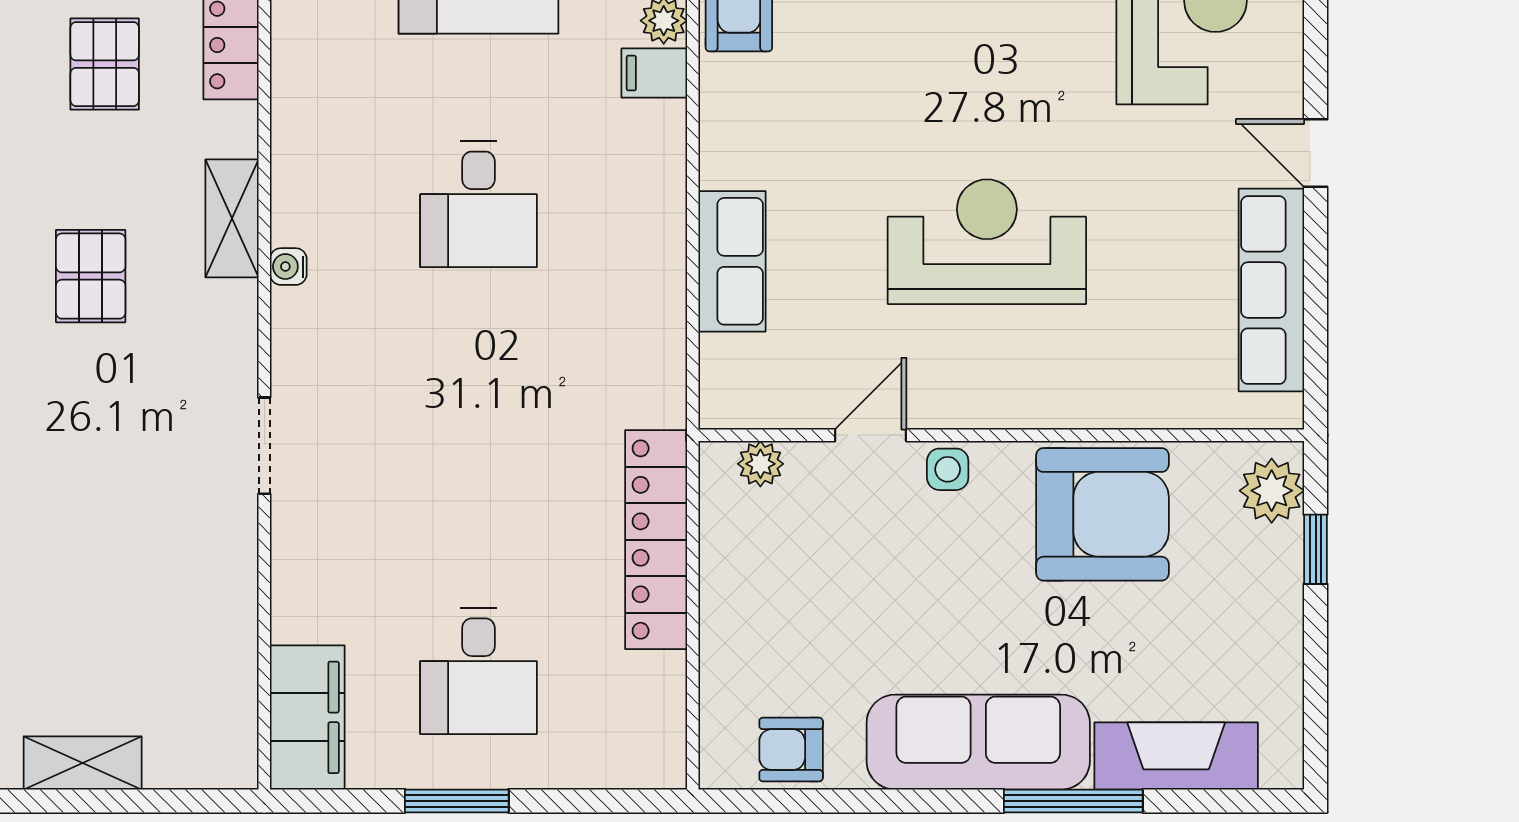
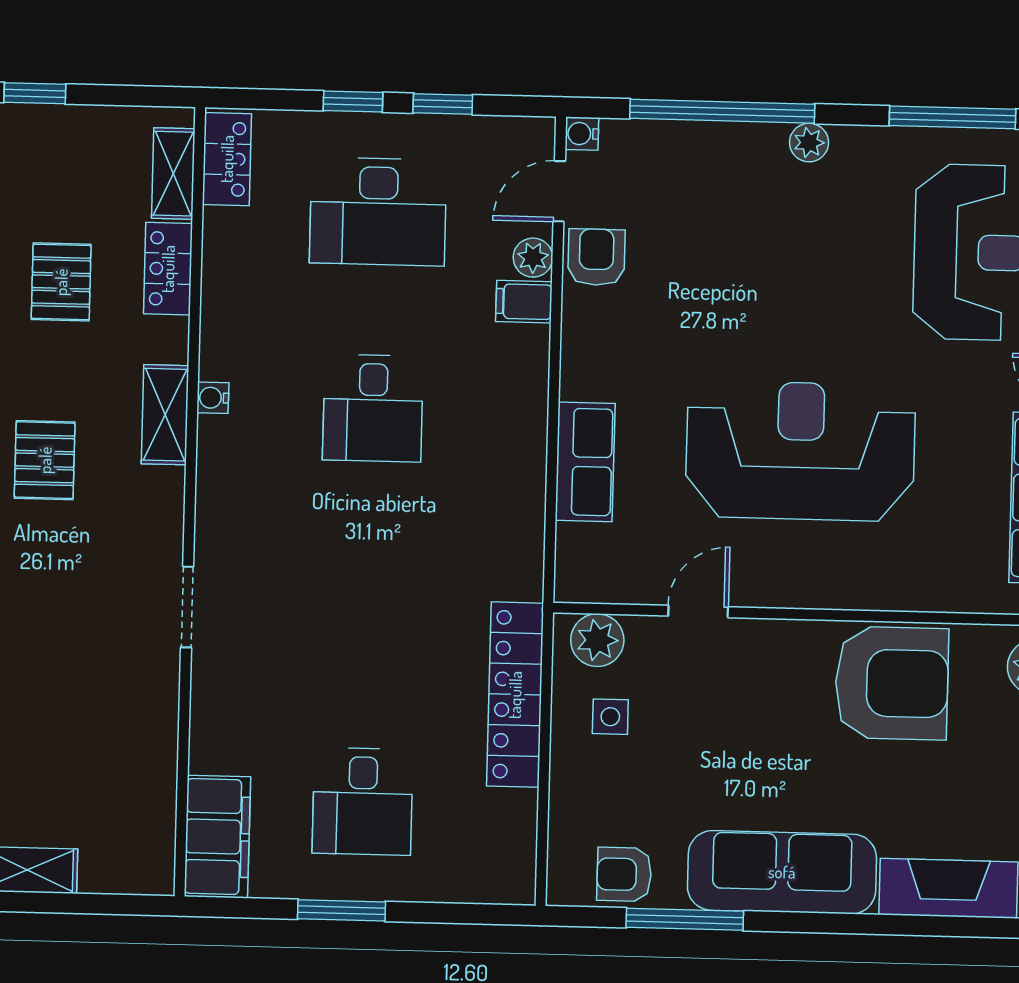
reception desk: (987, 242) -> (800, 451), width x1.36, depth x1.30
water cooler: (288, 267) -> (213, 398), moved
plant: (760, 464) -> (597, 640), width x1.38, depth x1.38
side table: (948, 469) -> (610, 717), moved
window: (1073, 801) -> (685, 919), moved

